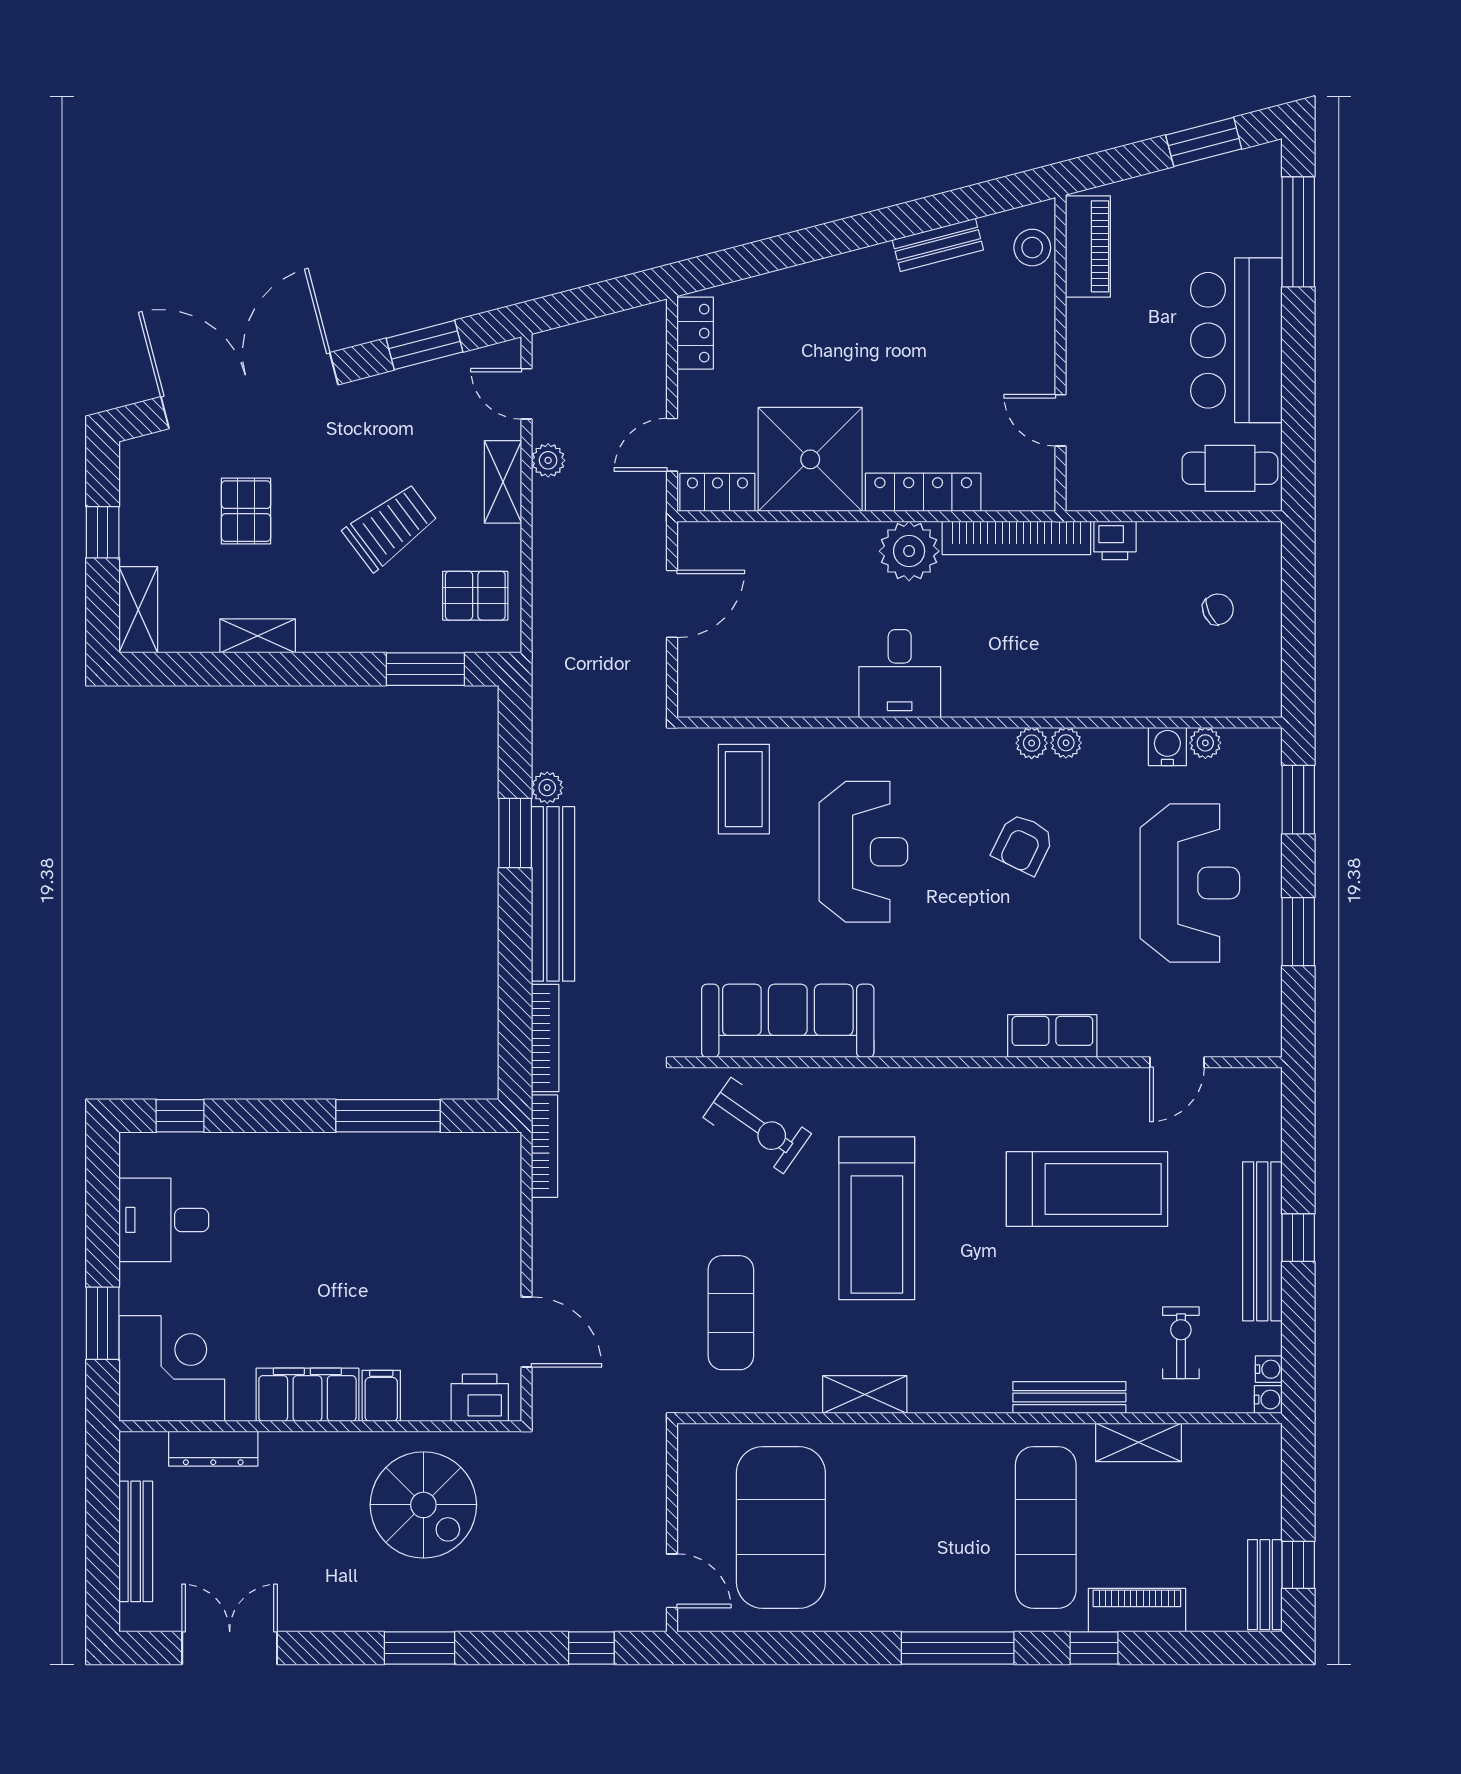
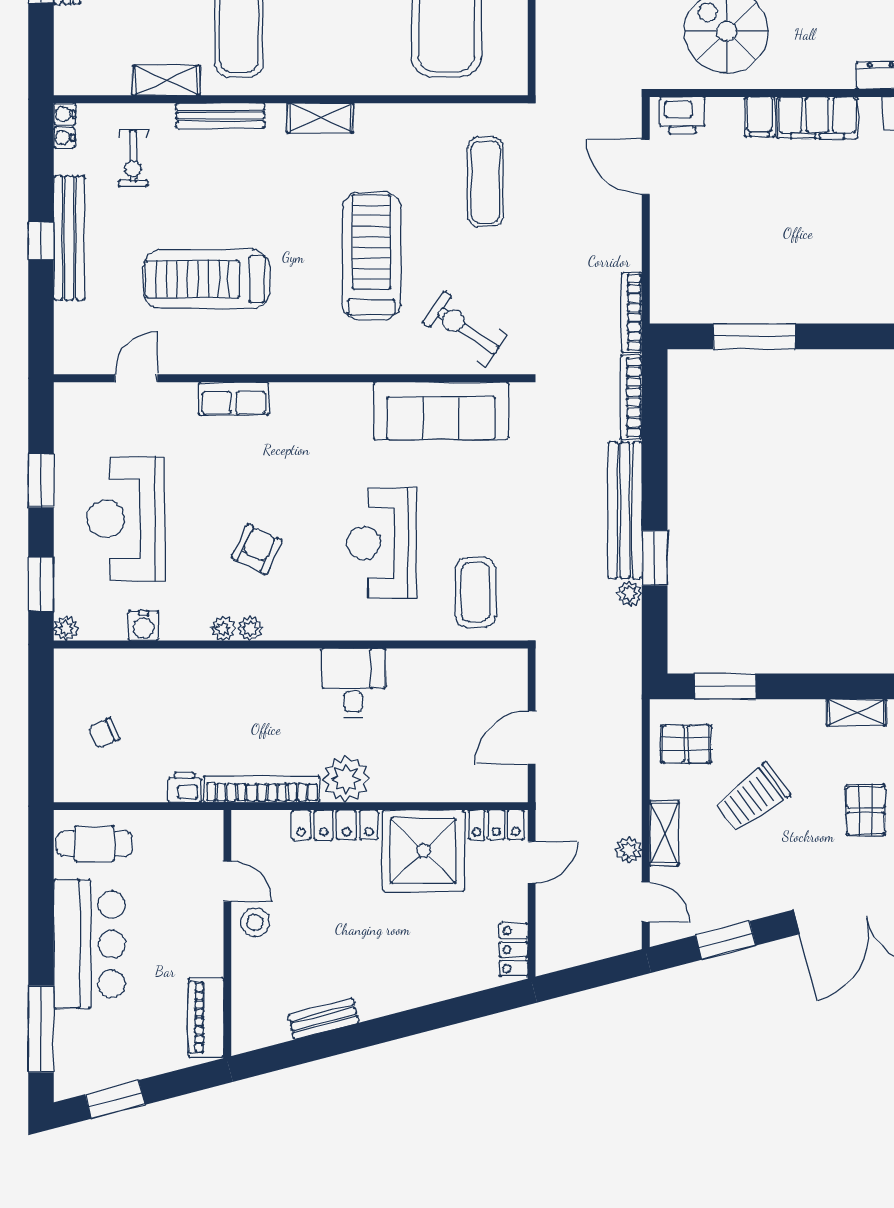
stool: (1032, 248) -> (255, 922), moved
plant: (1205, 743) -> (66, 628), moved
shelving: (865, 1394) -> (320, 118), moved

